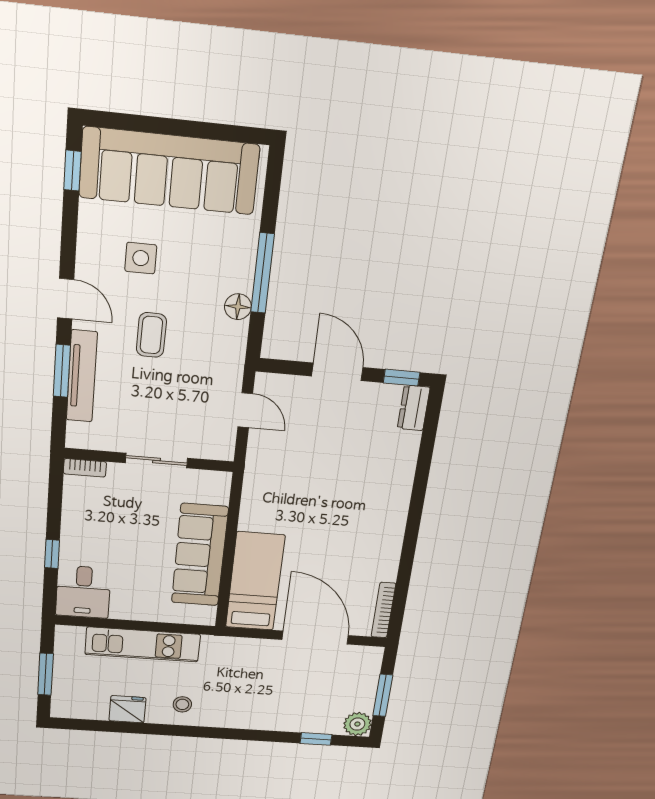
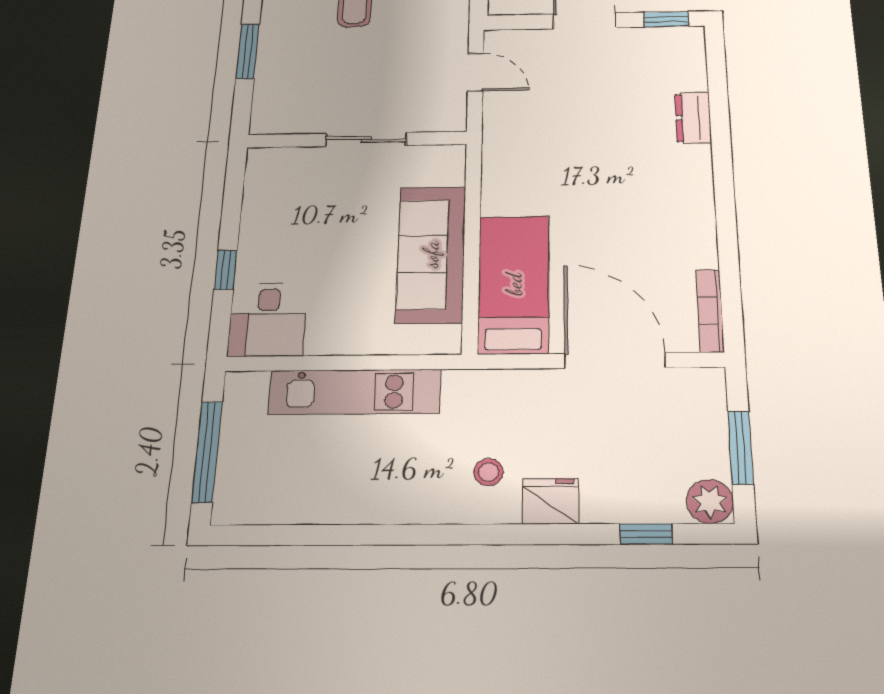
tv unit: (82, 376) -> (272, 55), removed
dresser: (414, 408) -> (693, 118), moved
bookcase: (85, 468) -> (273, 156), removed
window: (46, 674) -> (207, 451), width x1.44
stool: (182, 704) -> (489, 472), moved
fridge: (127, 709) -> (550, 501), moved

